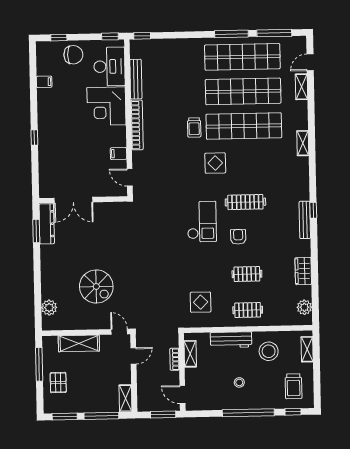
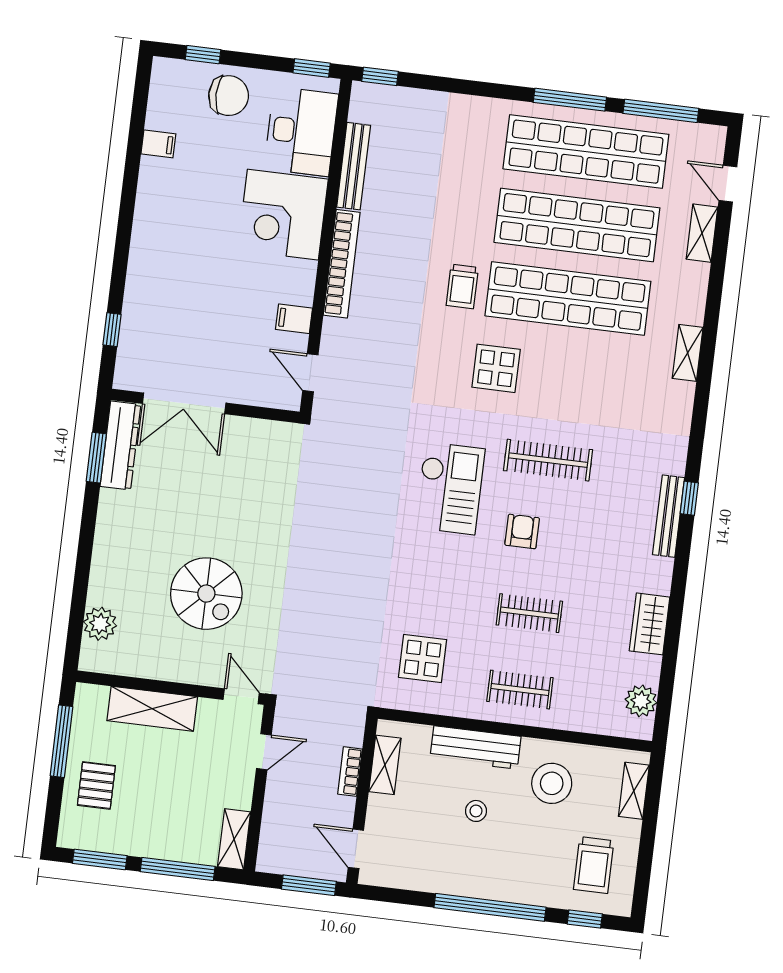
door: (310, 62) -> (728, 184), hinge flipped
window: (34, 138) -> (112, 330), moved
stool: (239, 382) -> (476, 811), moved

